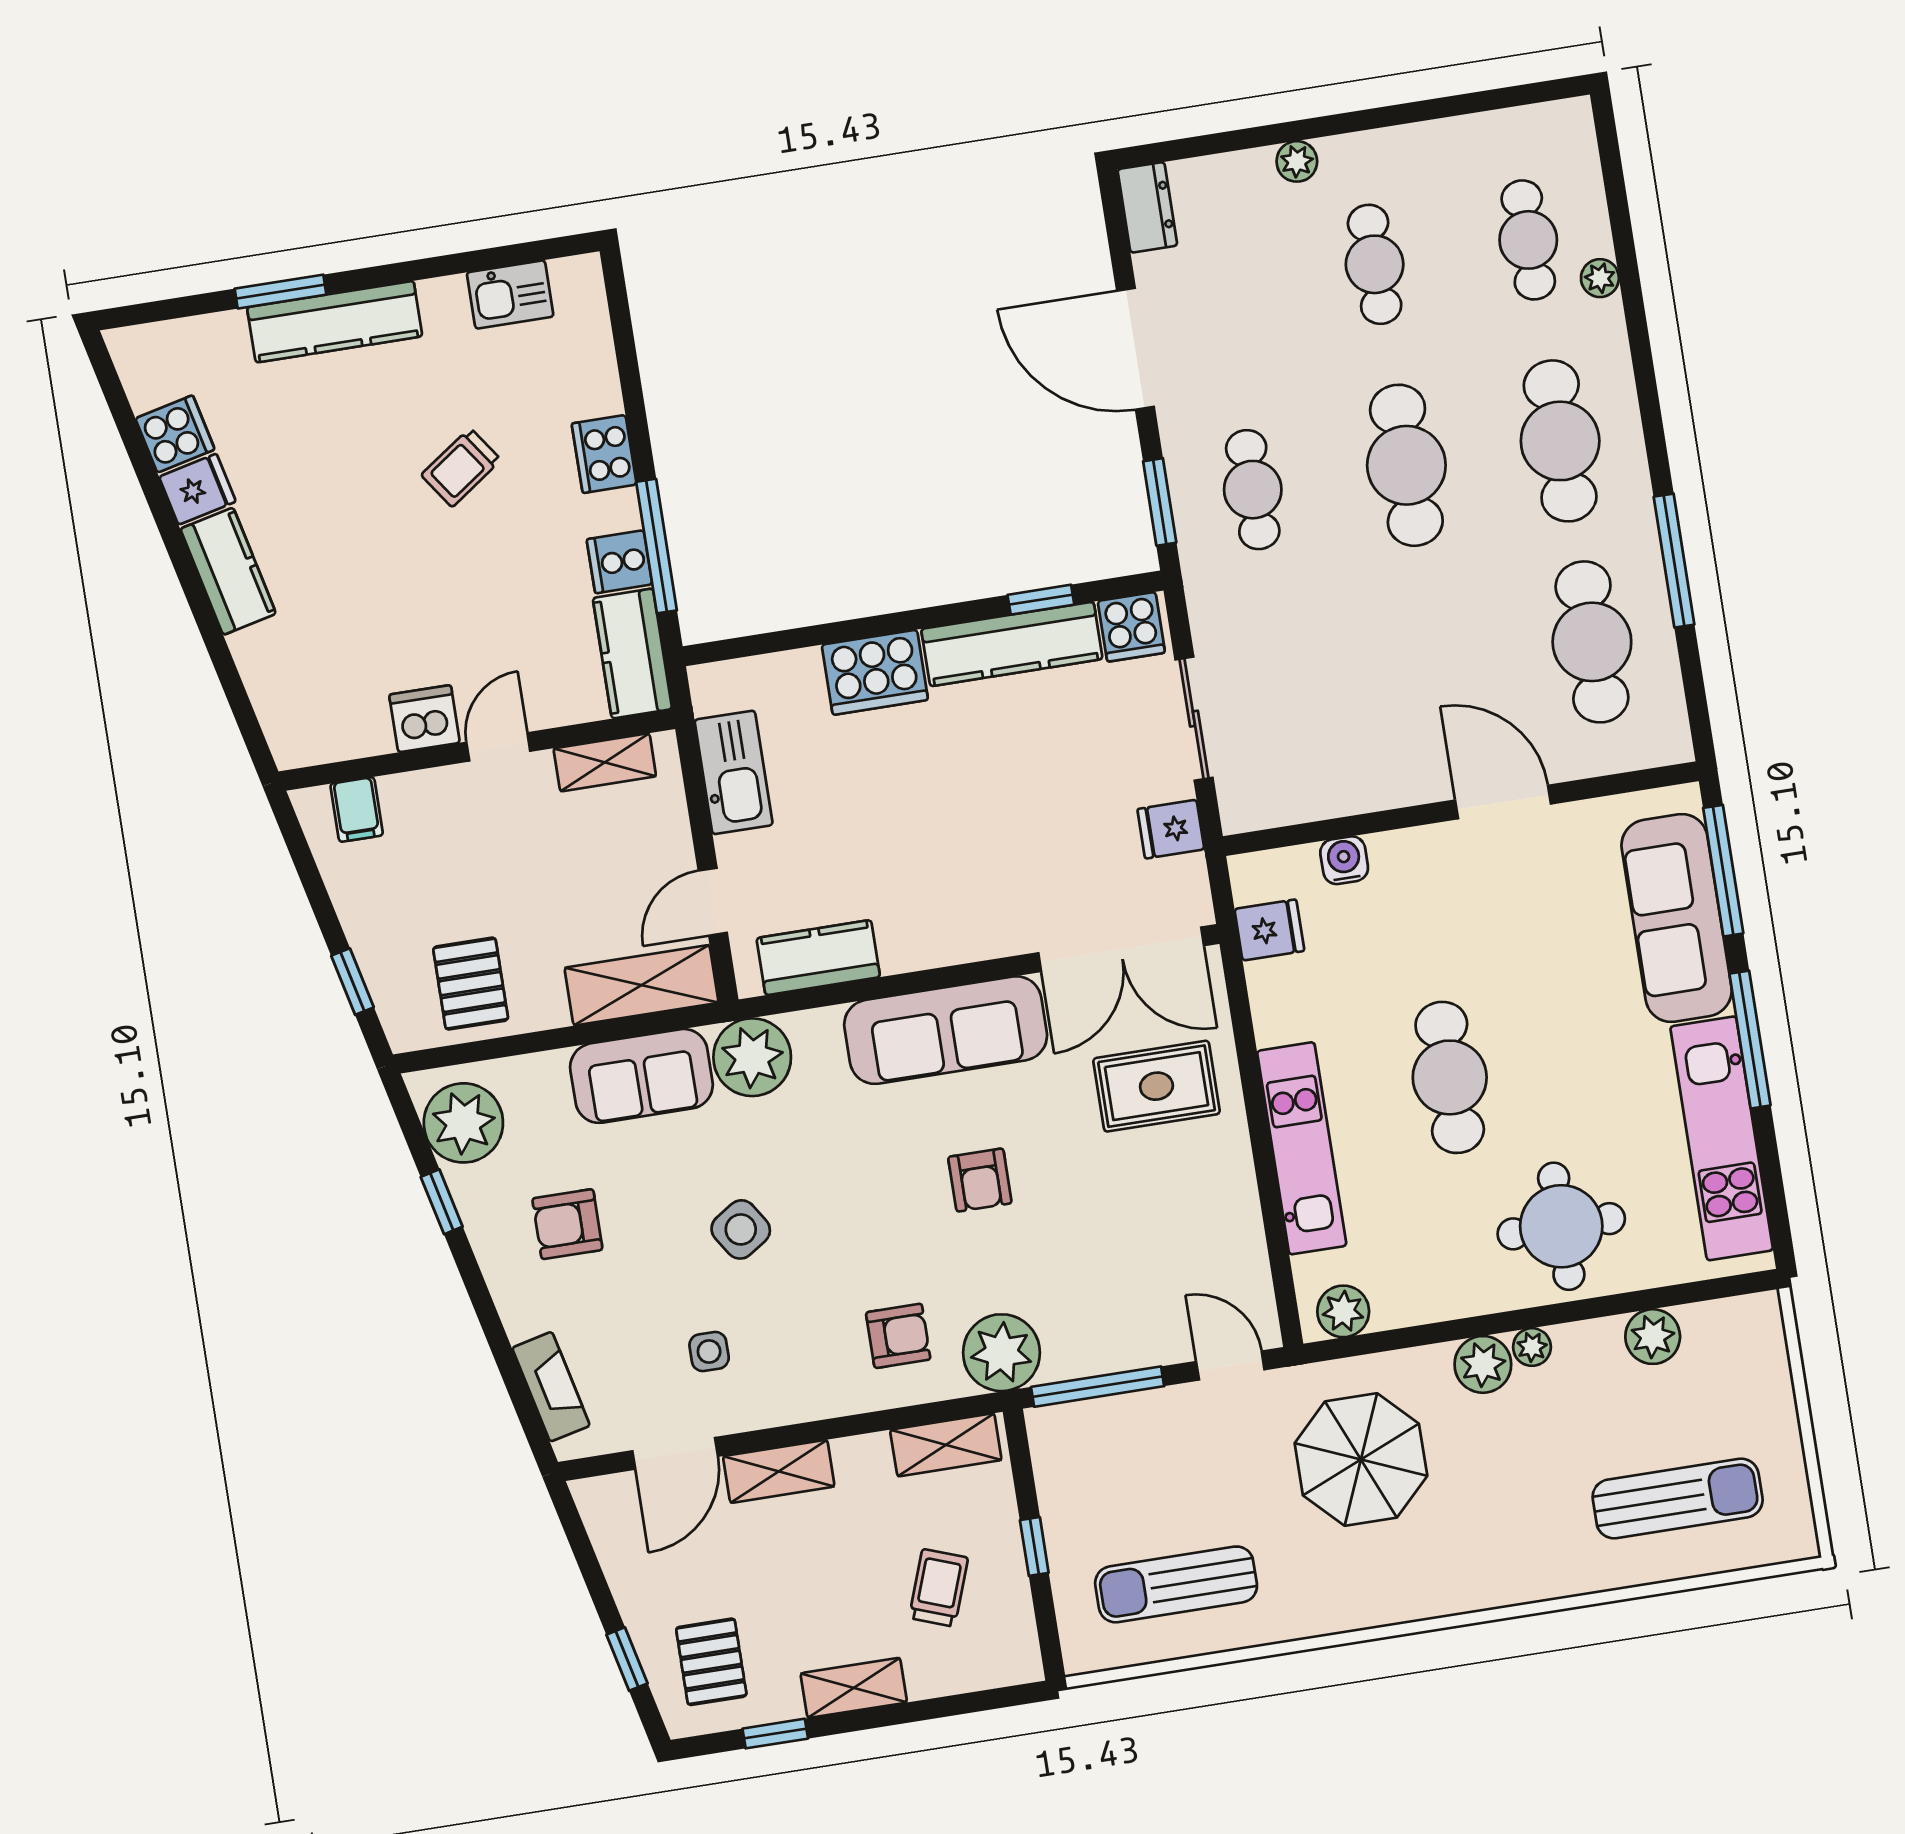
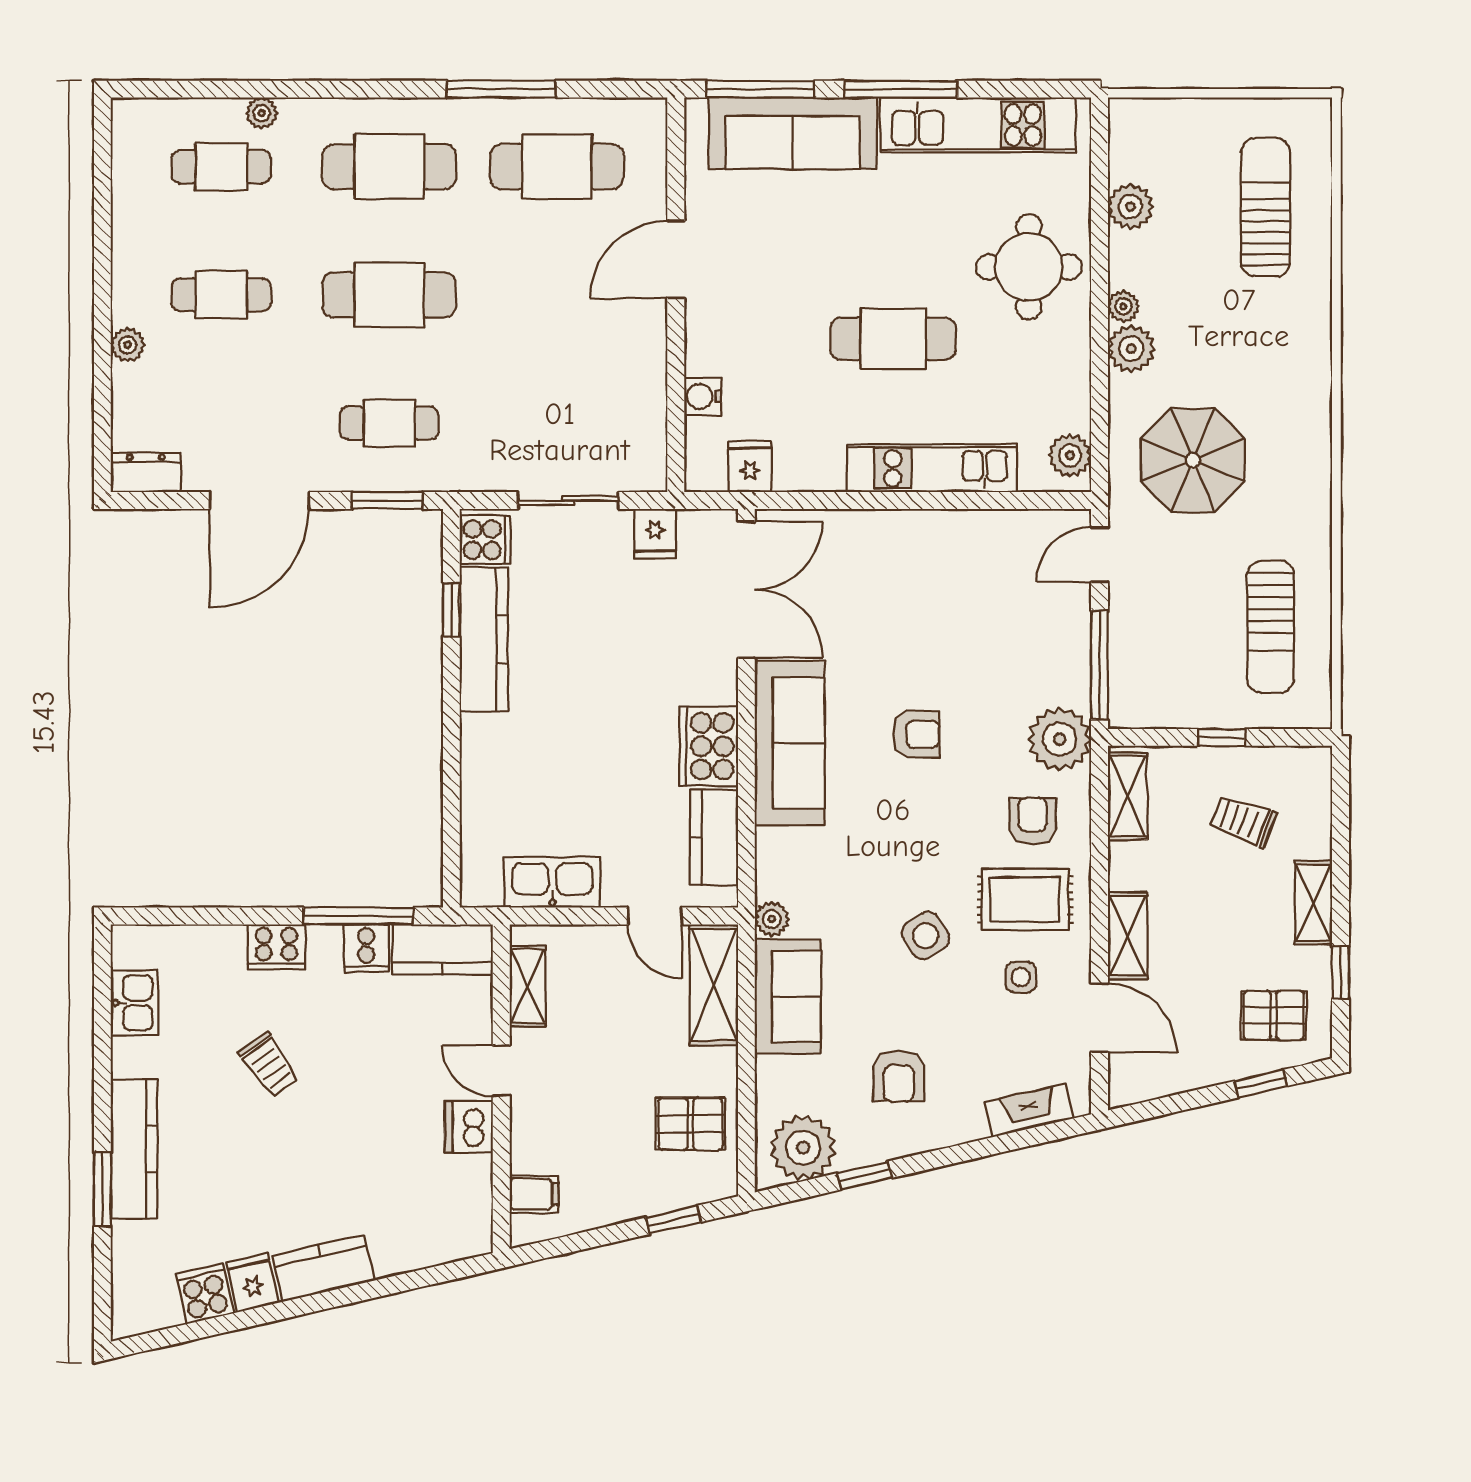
cooker: (875, 672) -> (709, 746), moved, turned 180
plant: (752, 1057) -> (772, 919), width x0.53, depth x0.53
rug: (1156, 1086) -> (1025, 899), moved, turned 90

